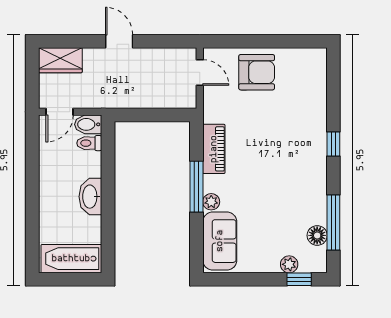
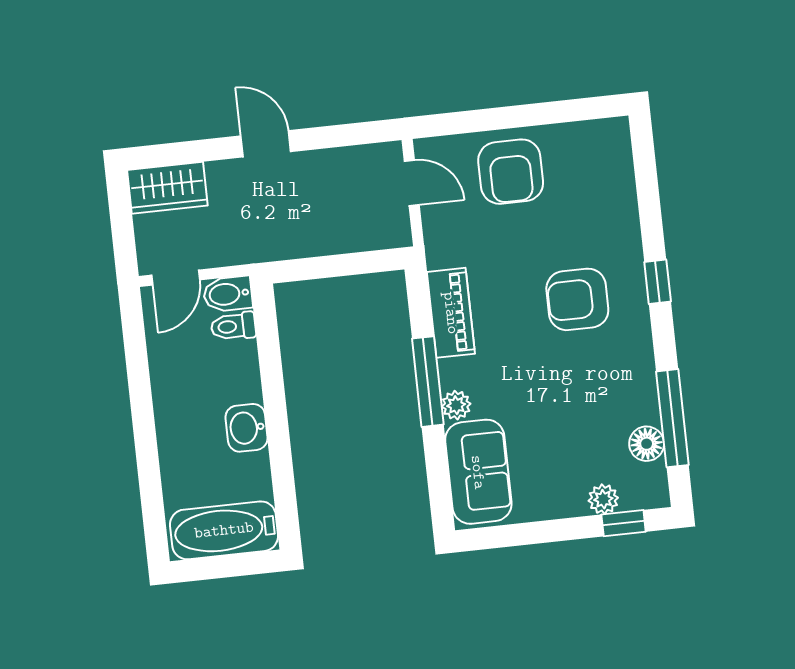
armchair: (257, 72) -> (511, 172), turned 90
armchair: (287, 149) -> (577, 299), added
washbasin: (90, 197) -> (246, 428), width x0.72

